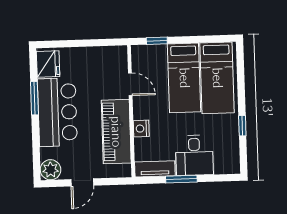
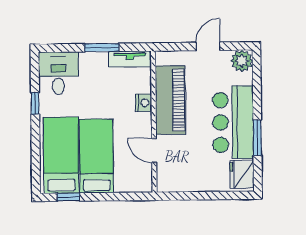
window: (157, 41) -> (68, 197), moved
desk: (194, 155) -> (58, 73), moved

